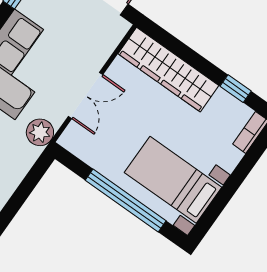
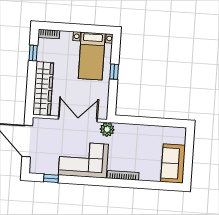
double door: (86, 95) -> (78, 119), width x1.37
window: (126, 200) -> (114, 72), width x0.32

